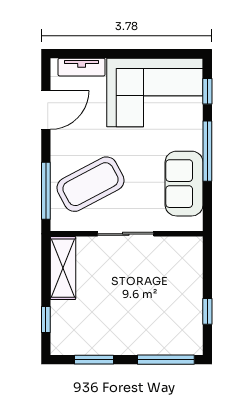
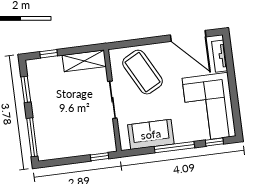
door: (46, 110) -> (188, 36), width x1.36
window: (46, 191) -> (134, 43), removed
window: (207, 311) -> (100, 157), moved

